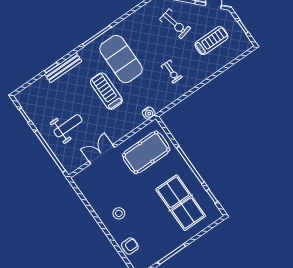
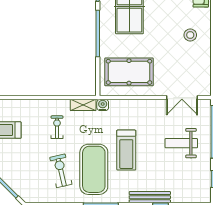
exercise bike: (175, 24) -> (61, 171), moved
shelving: (164, 103) -> (83, 105), added
double door: (102, 154) -> (182, 98), moved

